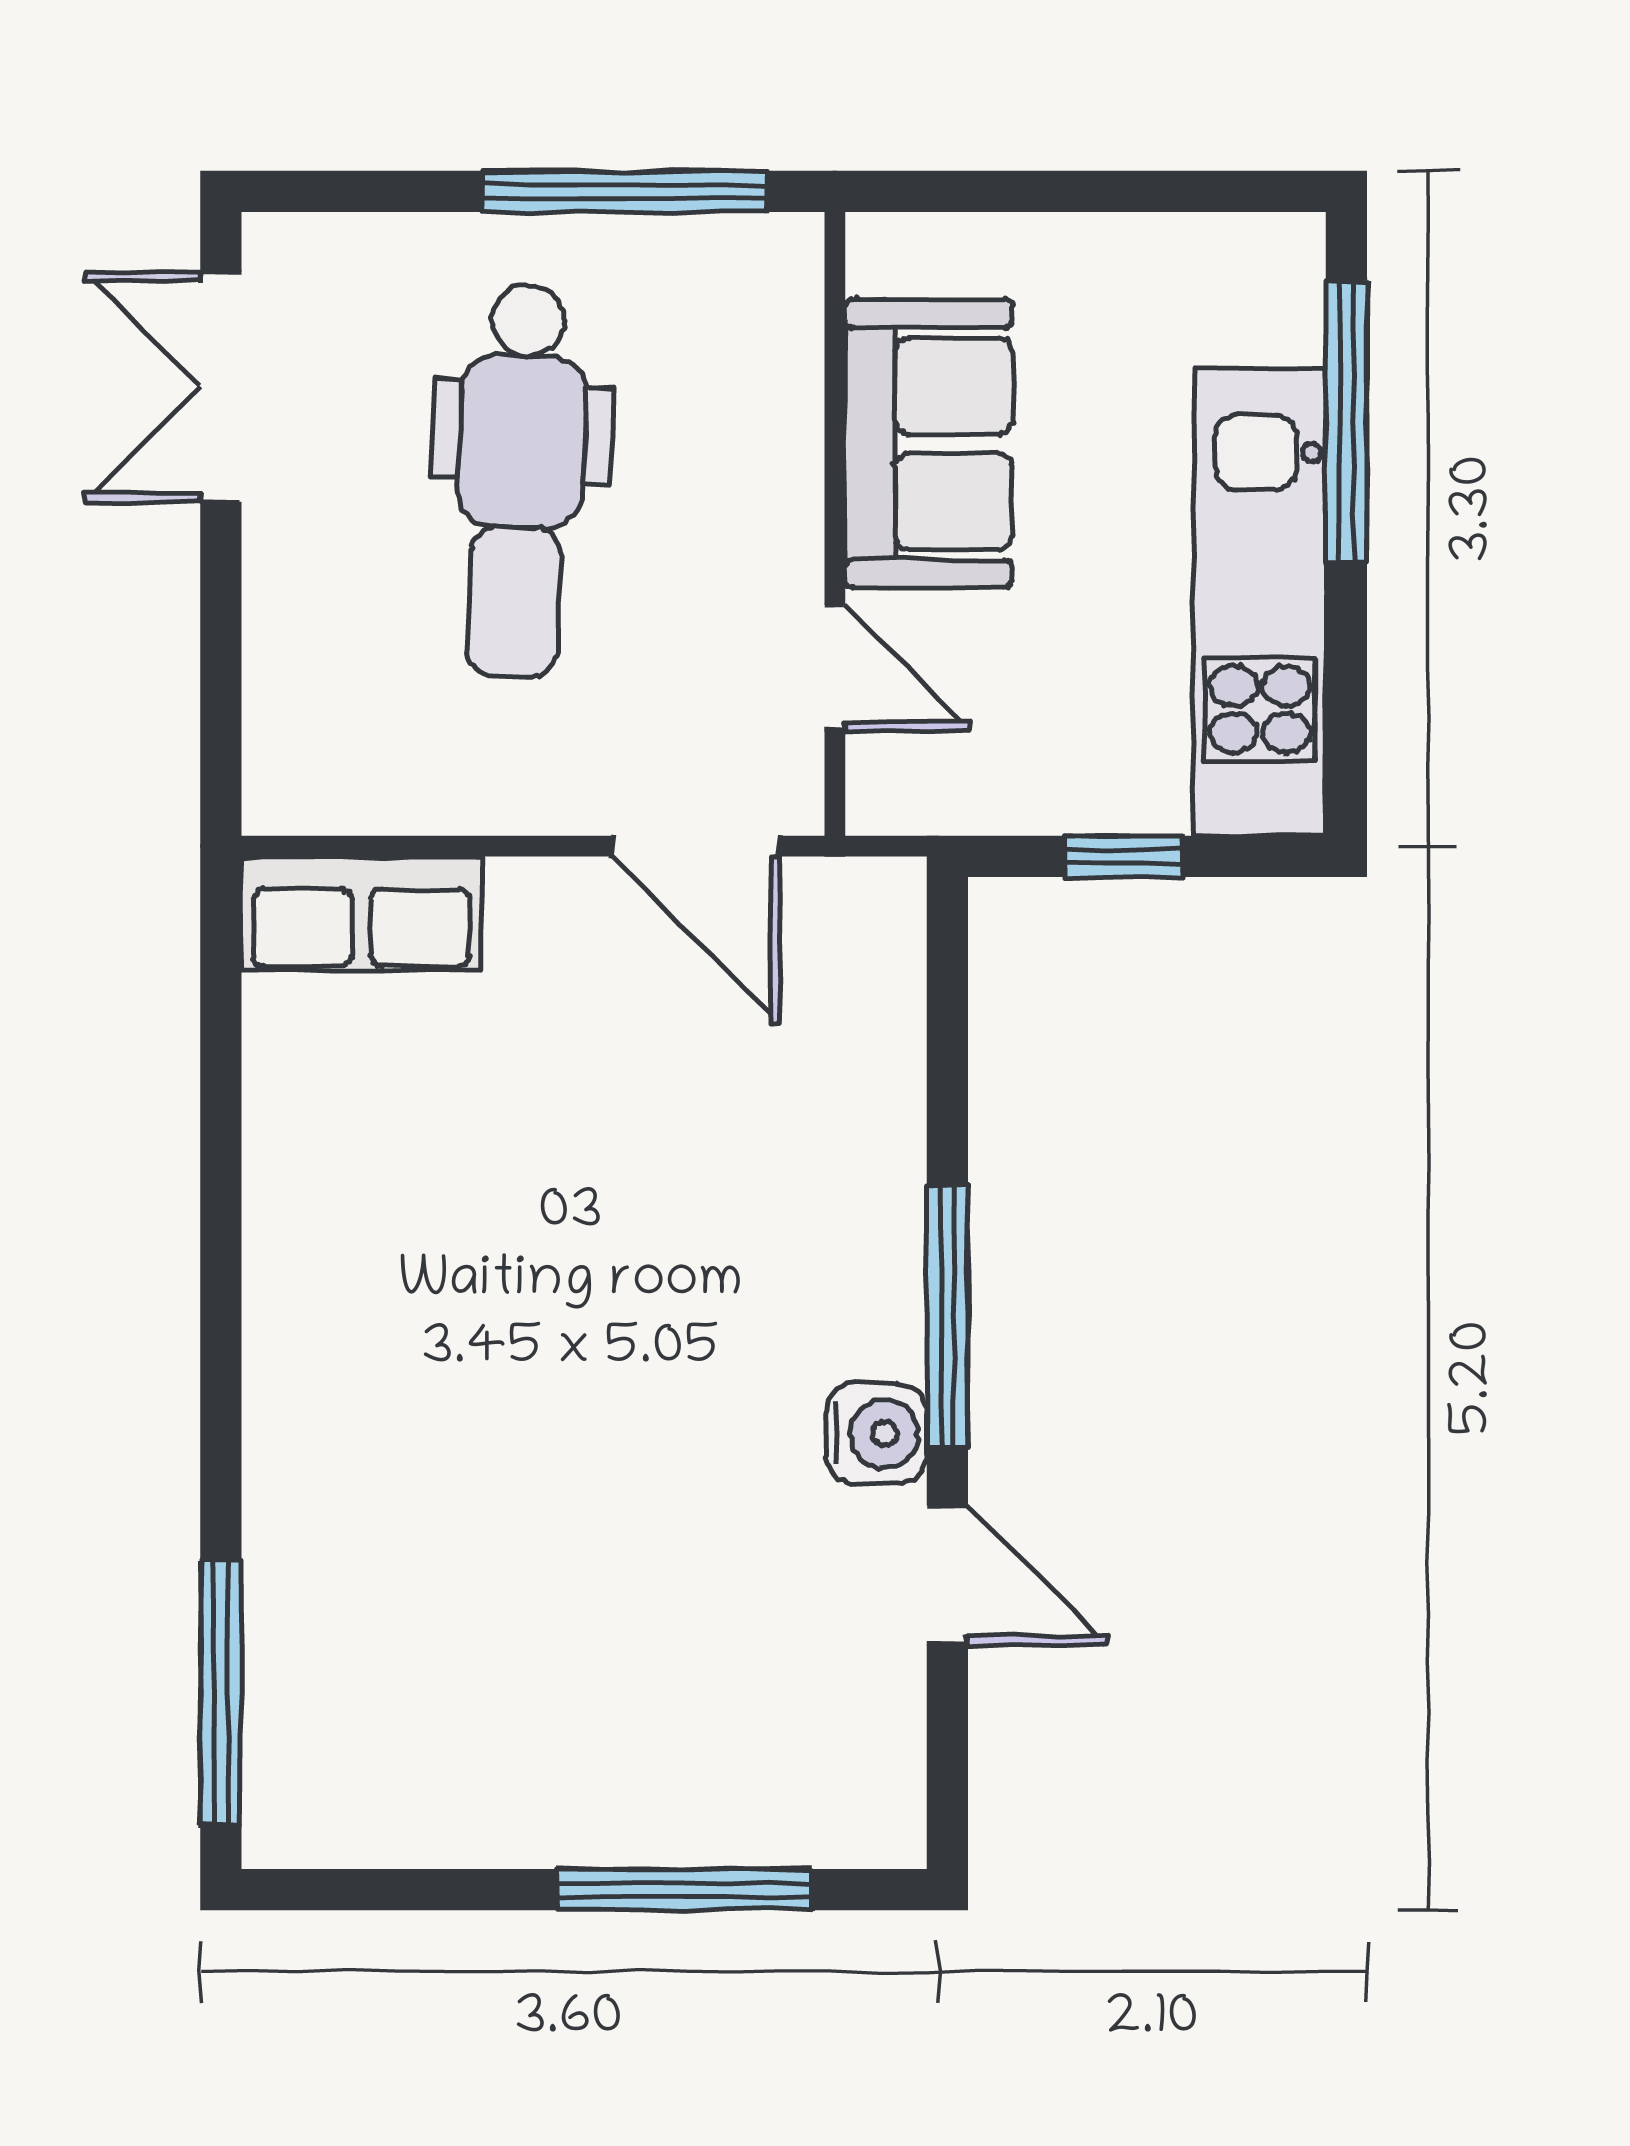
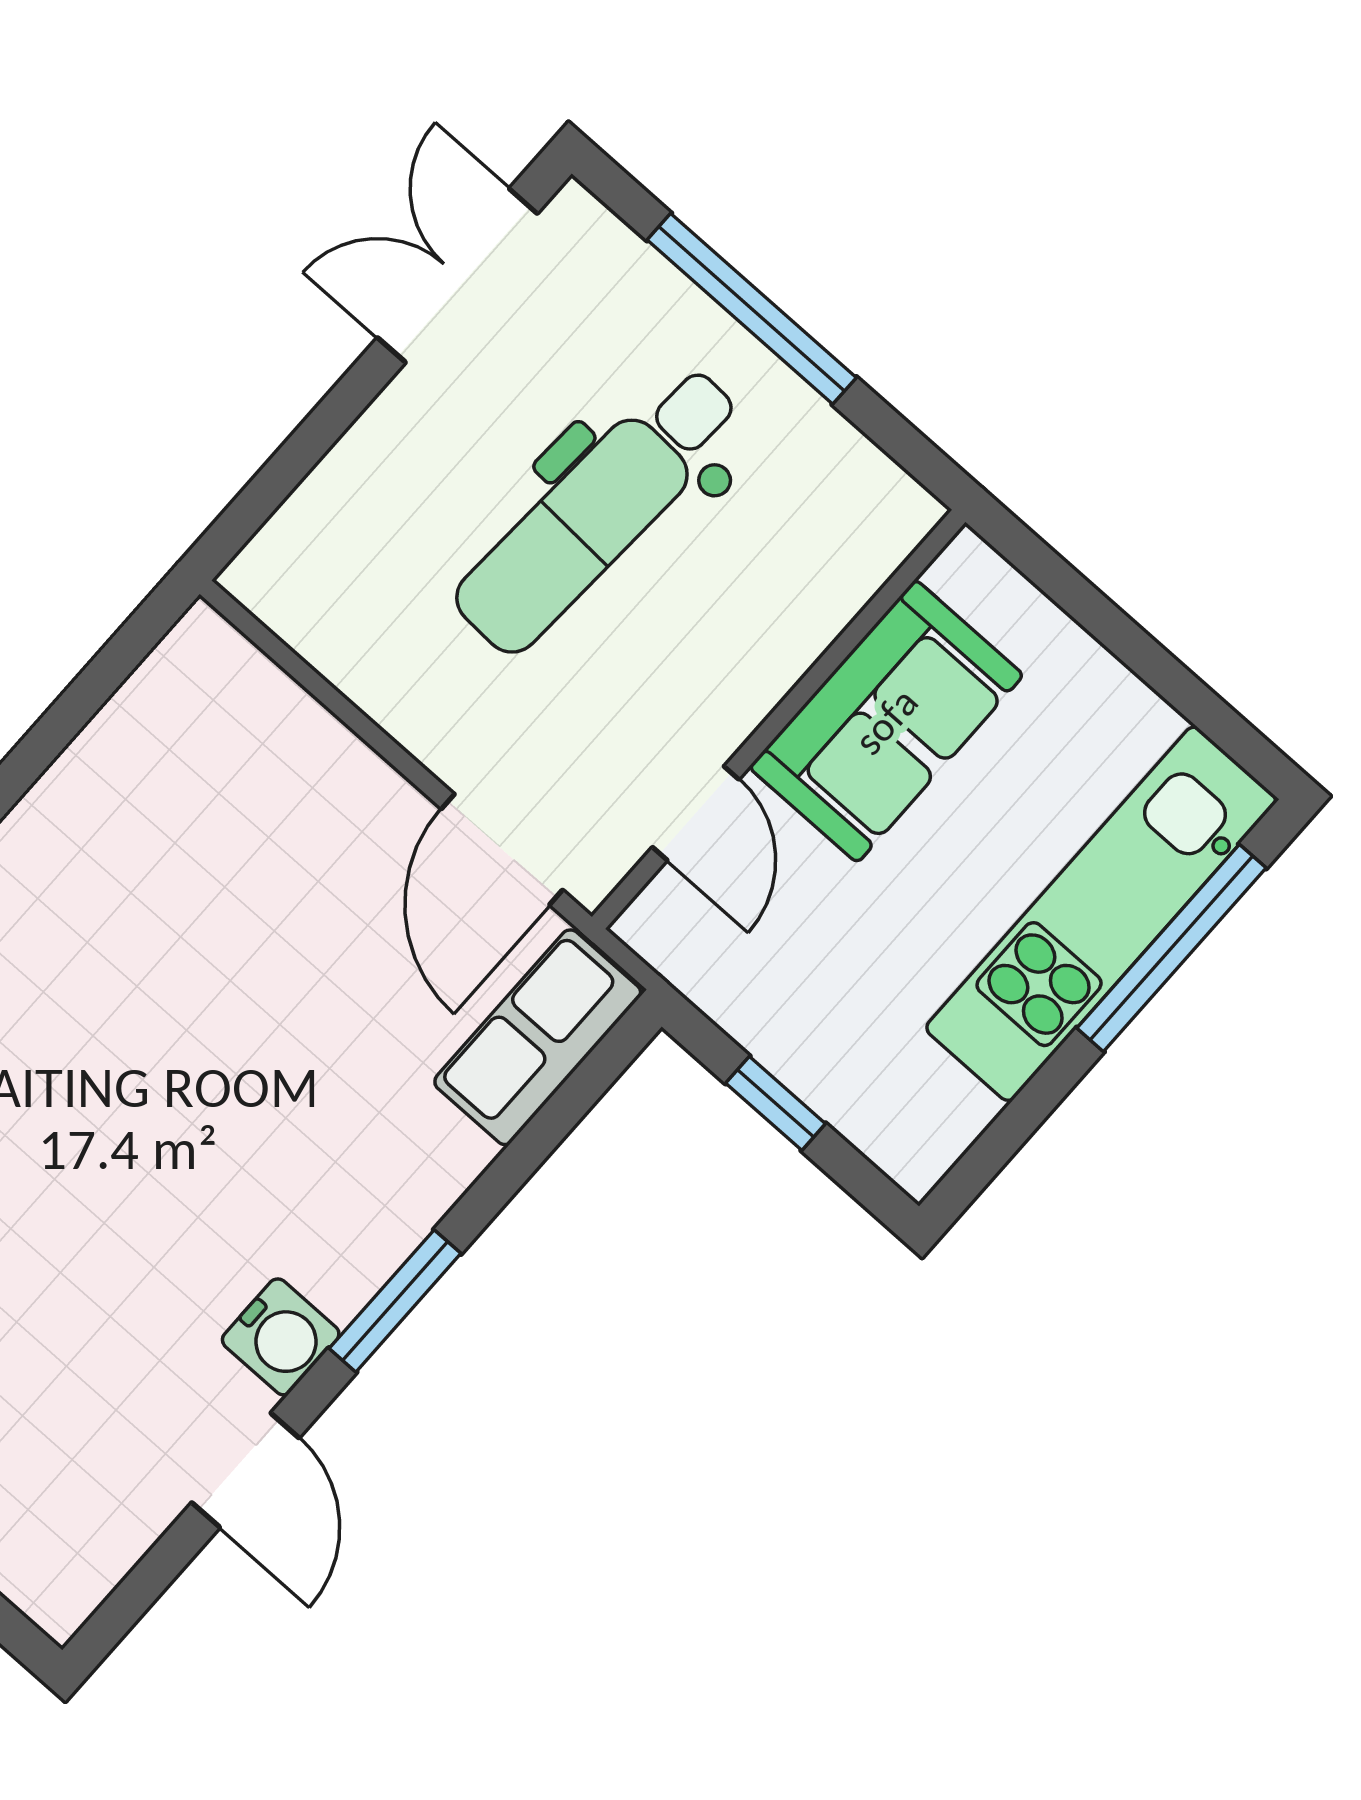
window: (625, 191) -> (752, 309), moved
kitchen unit: (1260, 602) -> (1101, 914), moved
row of seats: (362, 914) -> (538, 1037), moved, turned 90
window: (947, 1316) -> (395, 1301), width x0.69

